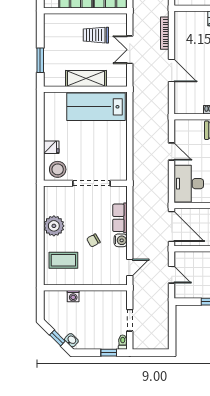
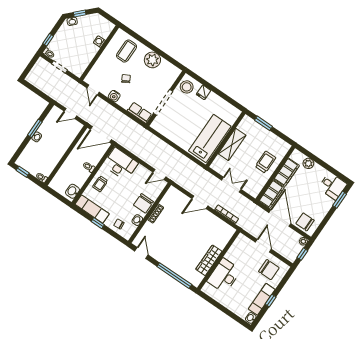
trolley: (96, 35) -> (265, 162), moved
door: (172, 152) -> (159, 174), moved
row of seats: (120, 218) -> (140, 113), moved

